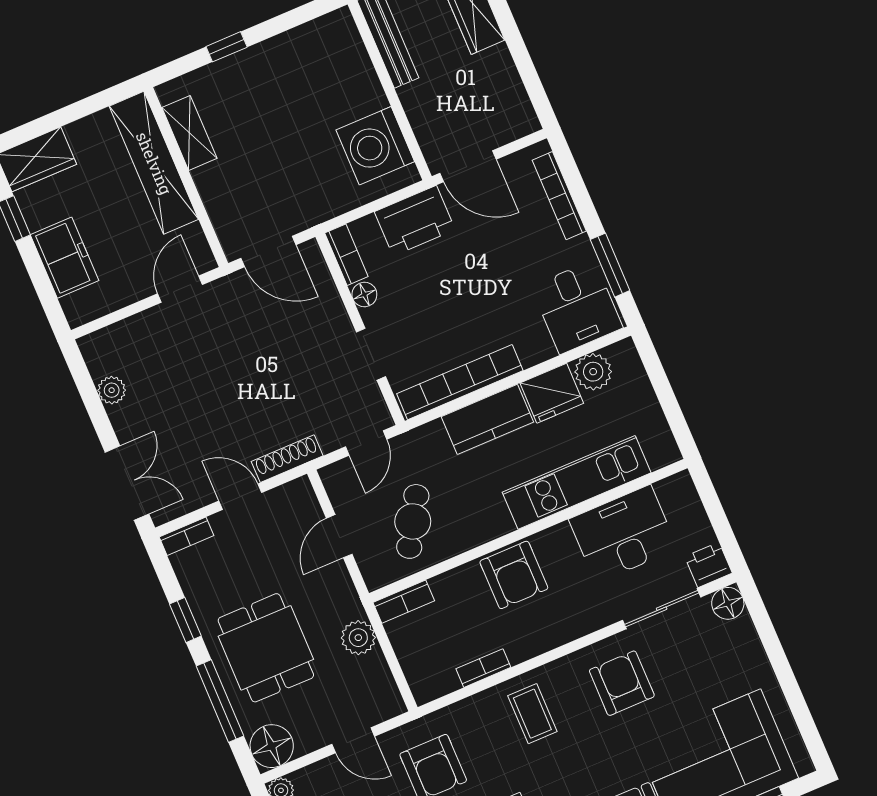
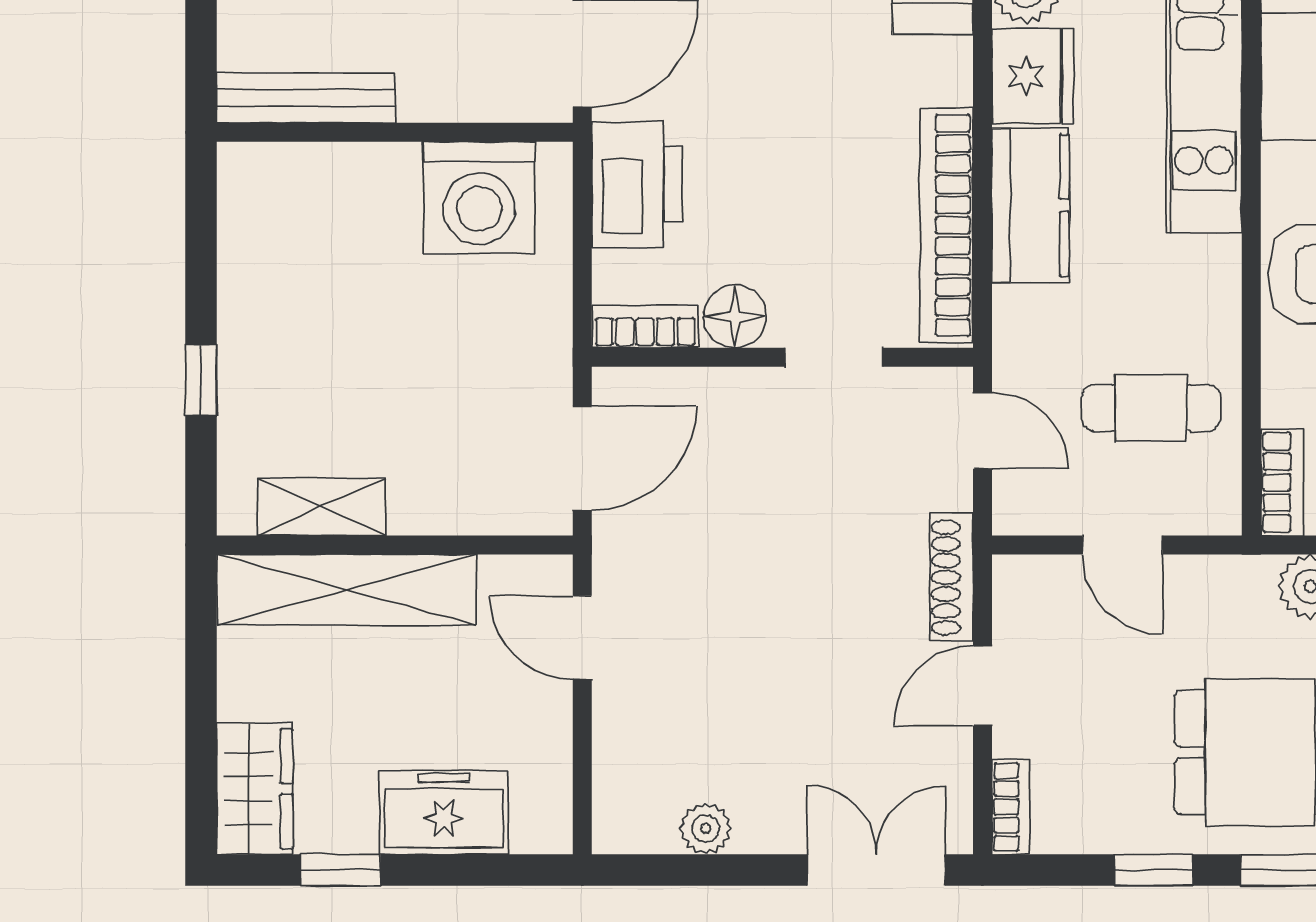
floor lamp: (364, 295) -> (735, 316), width x1.37, depth x1.37
cafe table: (413, 521) -> (1151, 408), turned -31

